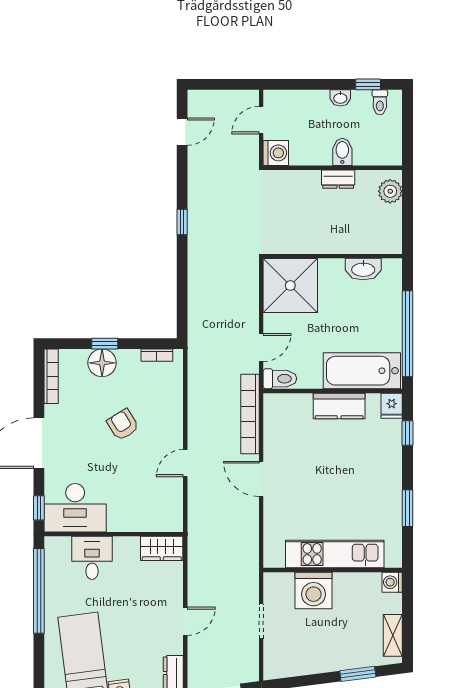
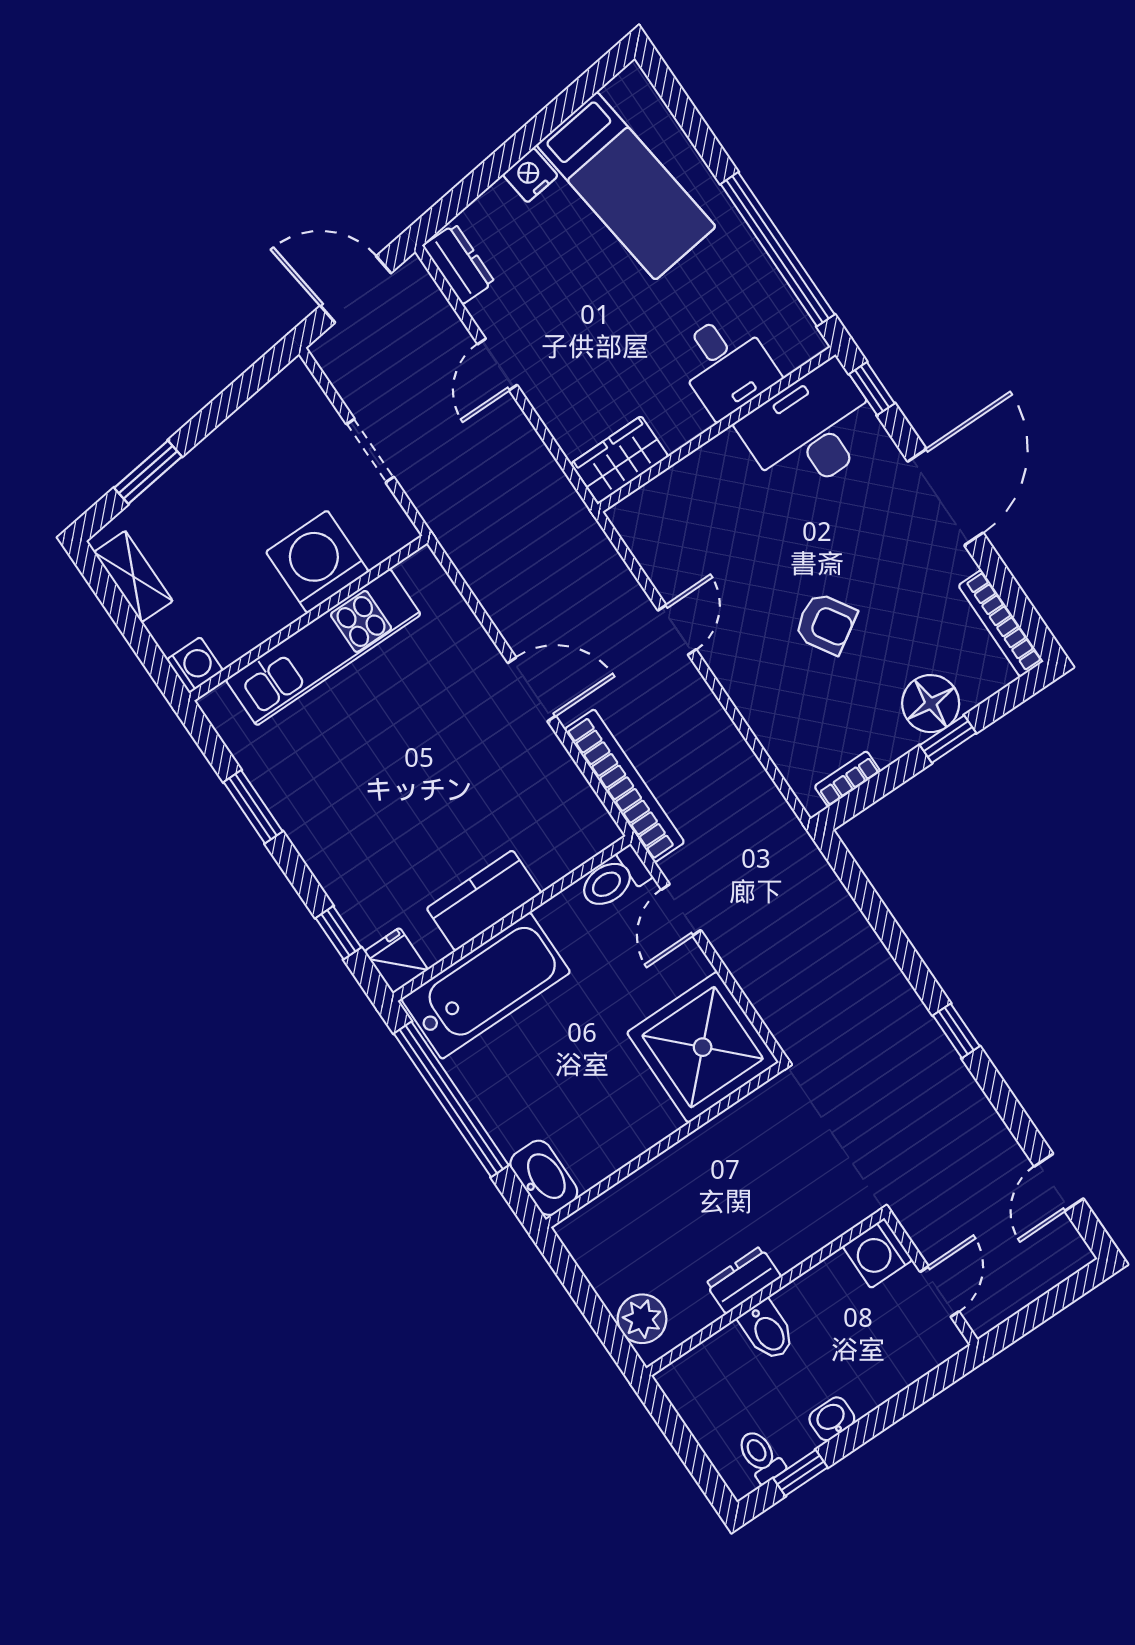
washbasin: (363, 269) -> (544, 1178), moved, turned 90

